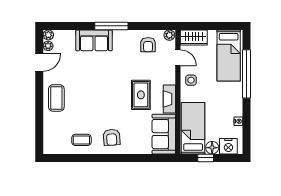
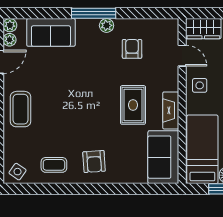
plant: (169, 35) -> (107, 25), moved
sofa: (94, 40) -> (51, 32), moved
armchair: (148, 45) -> (132, 49), moved, turned 180
side table: (54, 145) -> (18, 172), added

